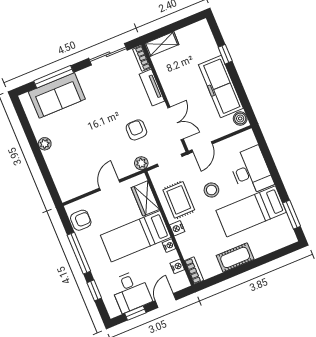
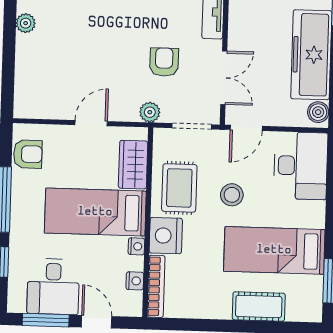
desk: (251, 171) -> (301, 166), moved
nightstand: (177, 228) -> (166, 236), width x1.89, depth x1.79
cot: (235, 257) -> (259, 306), moved
bookcase: (194, 271) -> (156, 286), width x1.56
door: (166, 300) -> (97, 322), hinge flipped
window: (135, 313) -> (46, 320), width x1.50

